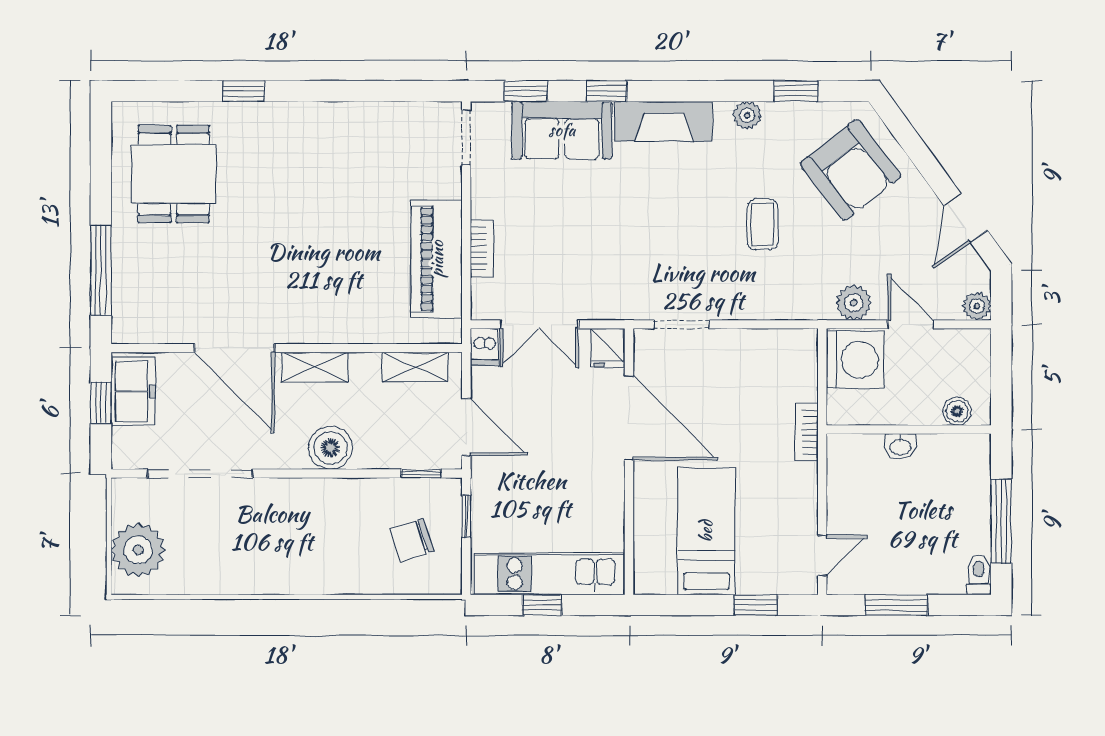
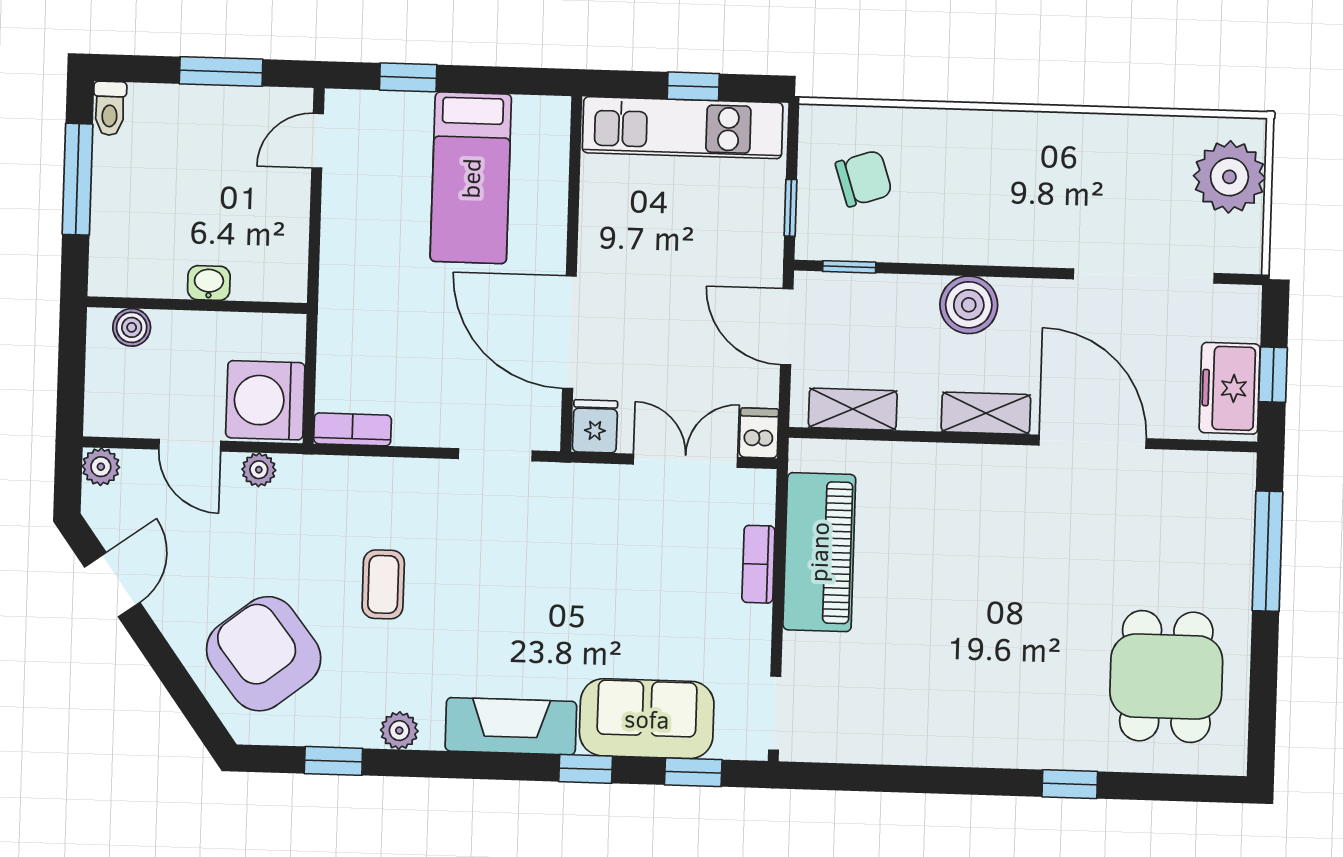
plant: (854, 303) -> (259, 470), width x0.73, depth x0.73
bookcase: (807, 432) -> (352, 429), moved, turned -90

